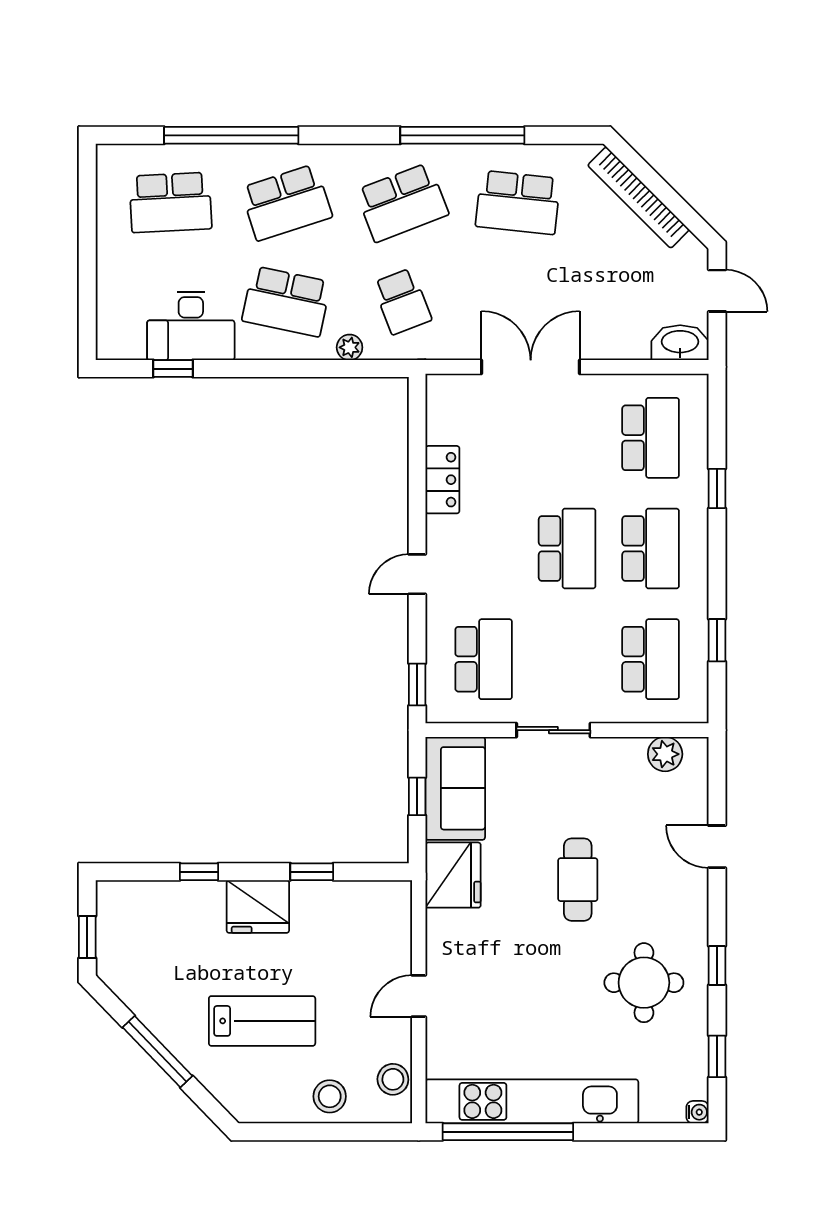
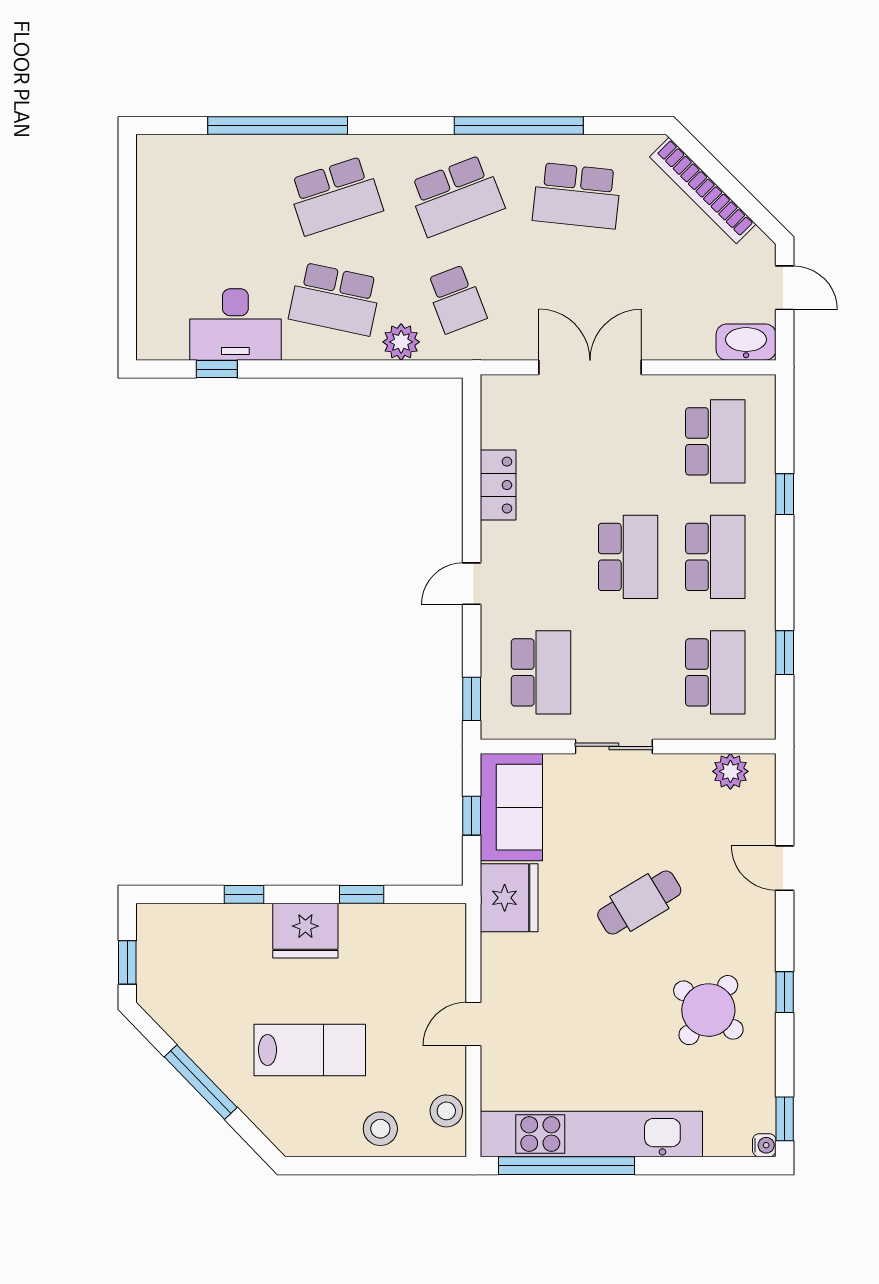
school desk: (170, 202) -> (214, 196), removed
plant: (350, 347) -> (401, 342), width x1.38, depth x1.38
cafe table: (578, 880) -> (639, 903), turned 59
round table: (644, 983) -> (708, 1010), turned 38
window: (717, 1056) -> (785, 1119), moved

